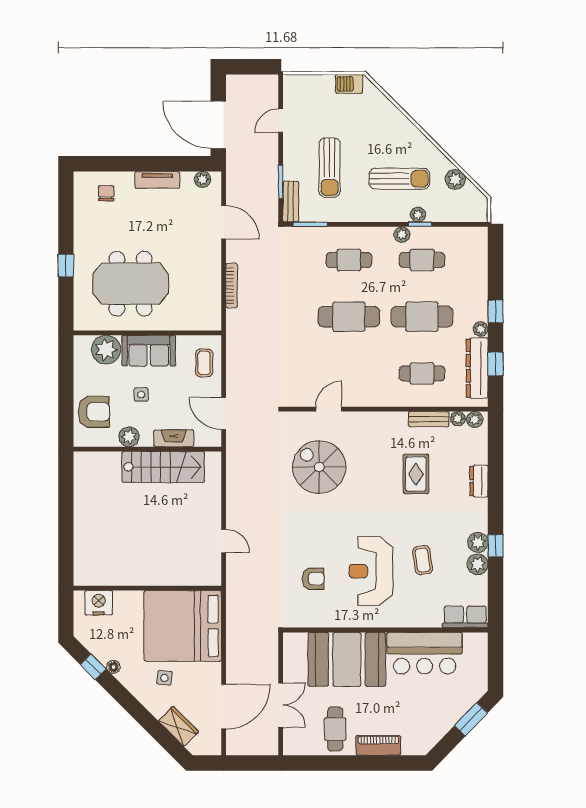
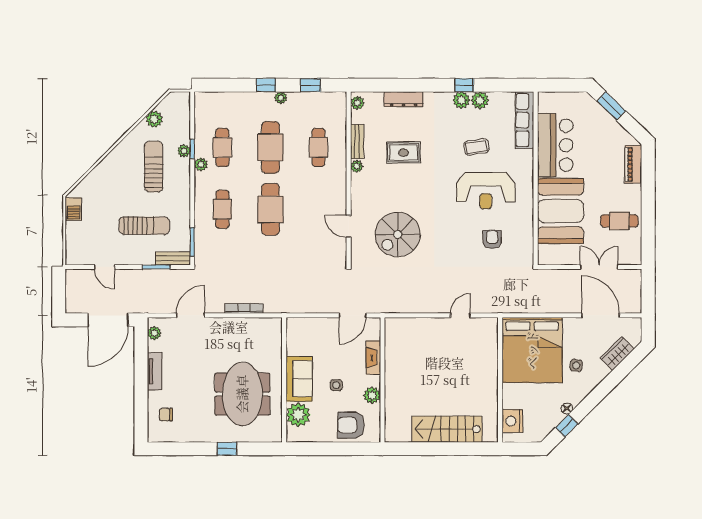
coffee table: (204, 363) -> (309, 332), removed
dresser: (477, 368) -> (314, 101), removed
armchair: (94, 412) -> (351, 425), turned -90
plant: (458, 419) -> (357, 166), moved
stairs: (163, 467) -> (447, 429), moved, turned -90
dresser: (479, 481) -> (404, 99), width x1.44
row of seats: (465, 617) -> (524, 120), width x1.48
piano: (378, 745) -> (633, 164), moved

